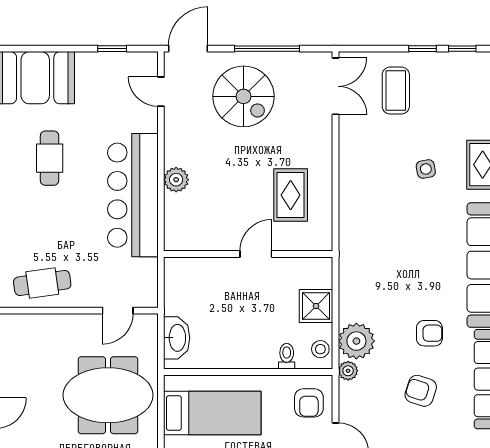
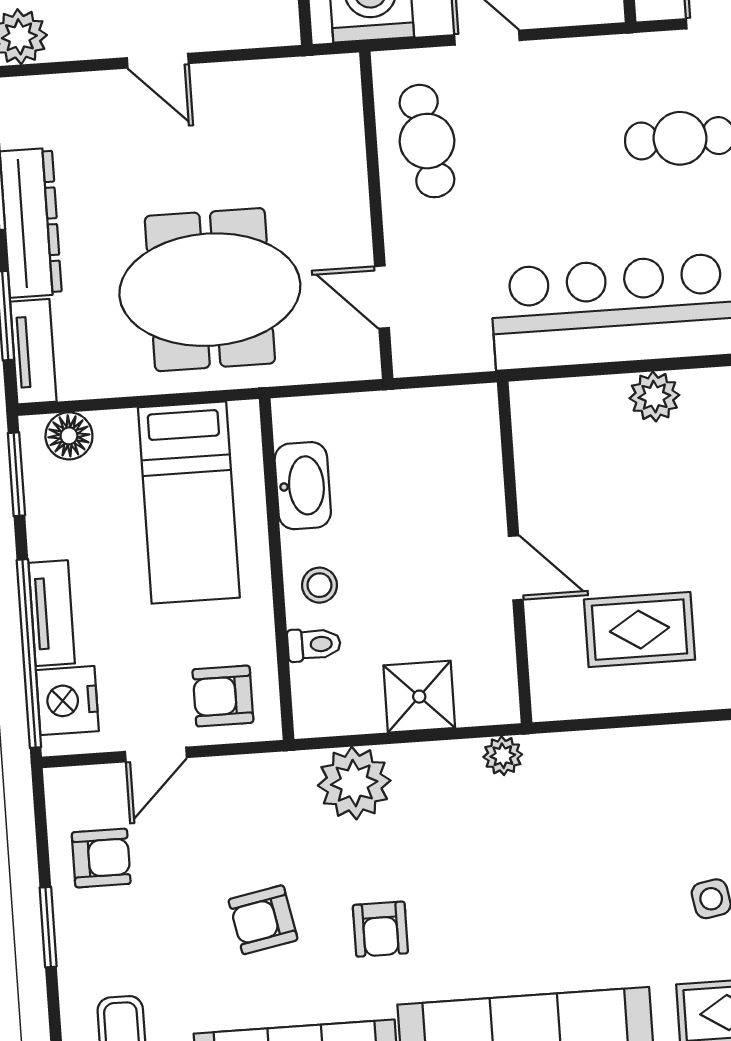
washbasin: (177, 338) -> (303, 486), moved, turned -90
stool: (320, 349) -> (319, 585), moved
plant: (348, 371) -> (503, 756), moved
armchair: (421, 391) -> (263, 920), turned -119
meeting table: (108, 395) -> (210, 290), turned 90

